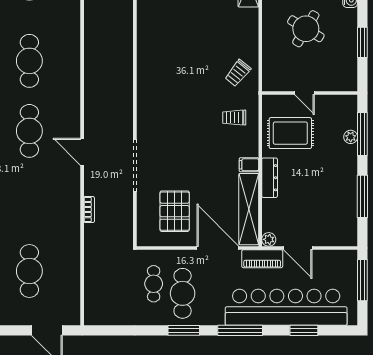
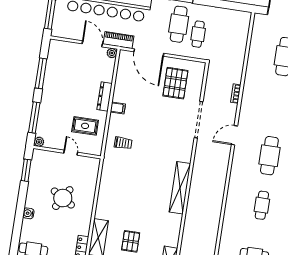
window: (362, 42) -> (26, 170), moved
cafe table: (29, 61) -> (262, 205), width x0.73, depth x0.74
trolley: (238, 73) -> (116, 174), removed
rug: (290, 133) -> (85, 126), width x0.73, depth x0.70
plant: (351, 137) -> (39, 142), moved
door: (82, 152) -> (234, 135), swing flipped
shelving: (249, 209) -> (180, 188), moved

